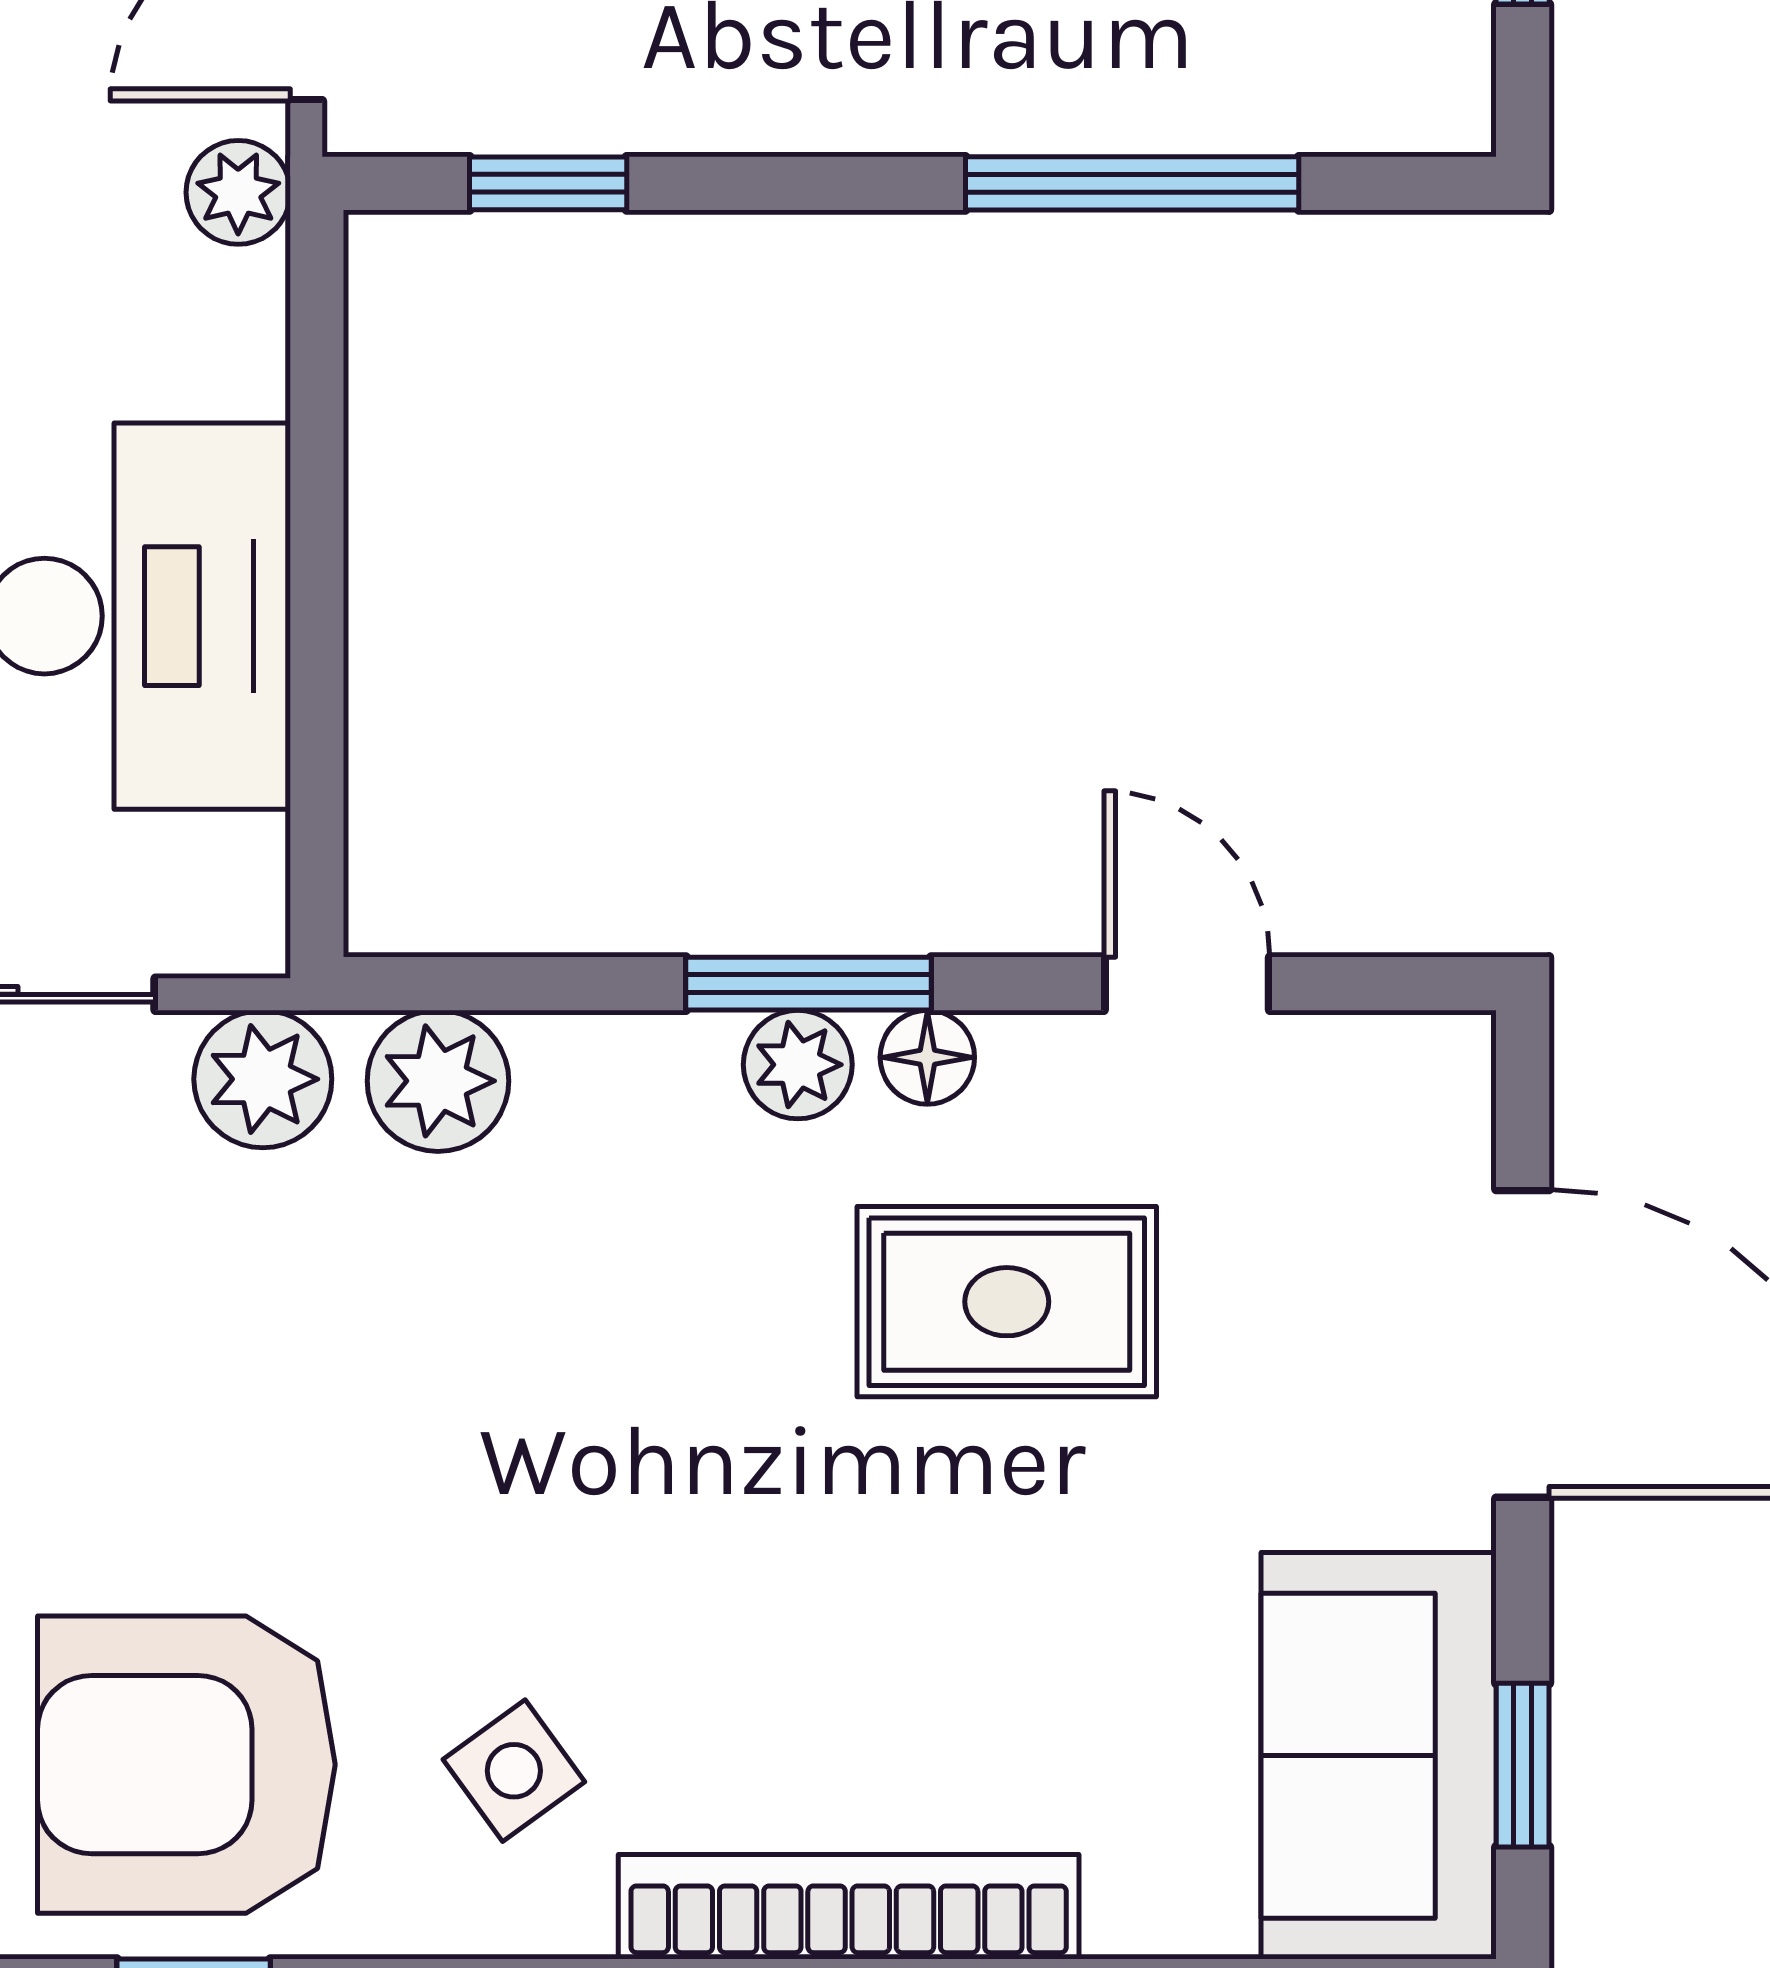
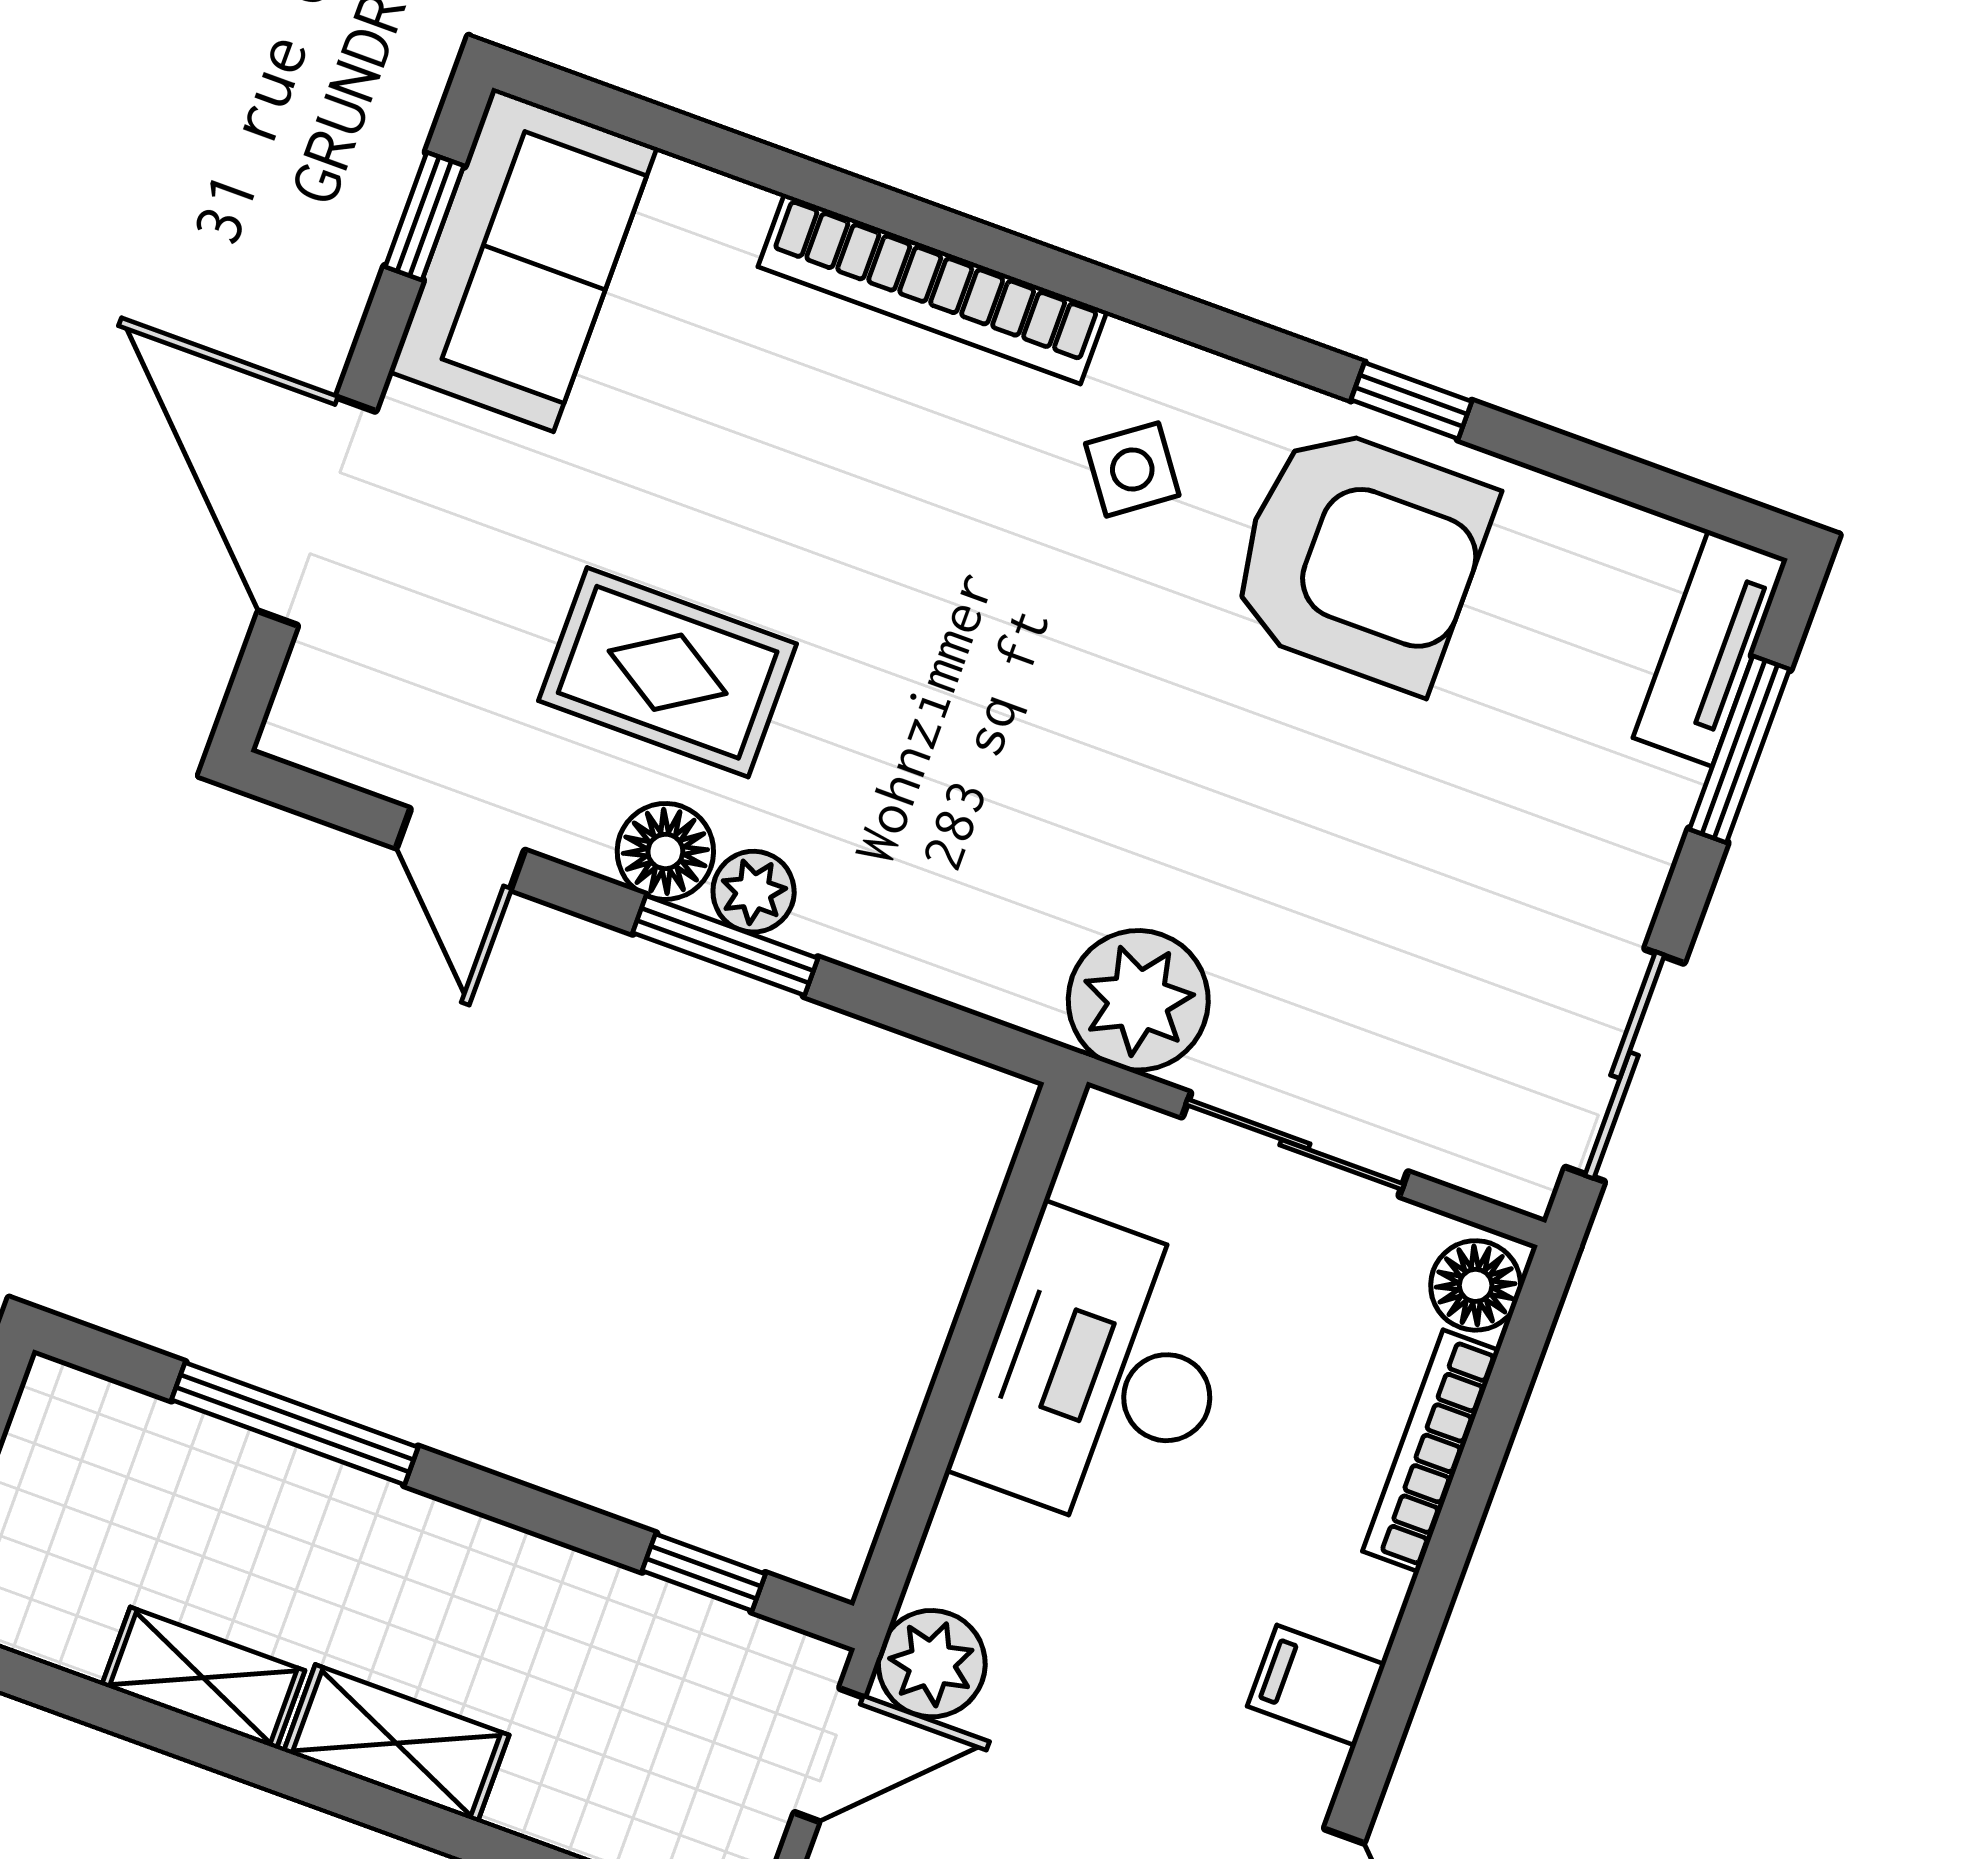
plant: (238, 192) -> (932, 1664), width x1.38, depth x1.38
floor lamp: (927, 1057) -> (665, 851), width x1.37, depth x1.37
plant: (263, 1079) -> (1138, 1000), width x1.36, depth x1.36
plant: (438, 1081) -> (1010, 972), removed

